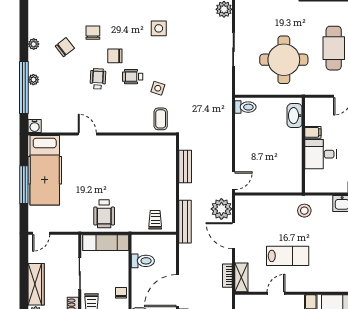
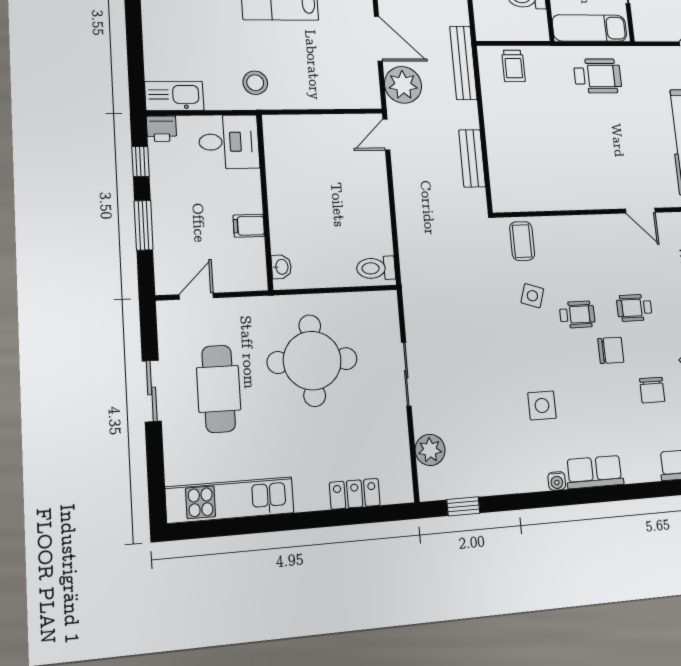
wheelchair: (98, 79) -> (634, 308), turned 87
washbasin: (295, 116) -> (281, 267), width x0.52, depth x0.69
desk: (321, 154) -> (229, 142), moved
wheelchair: (104, 214) -> (598, 76), turned 90

